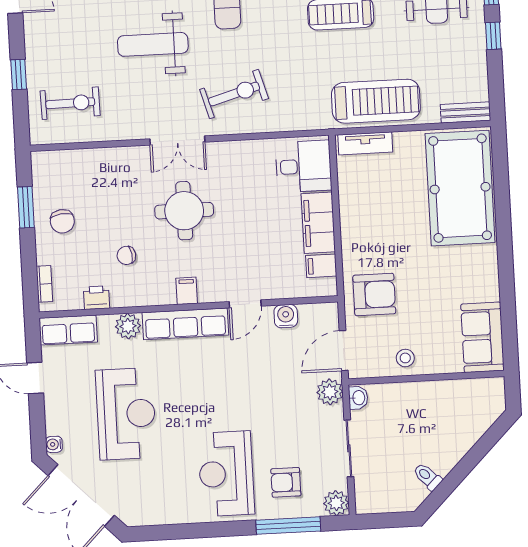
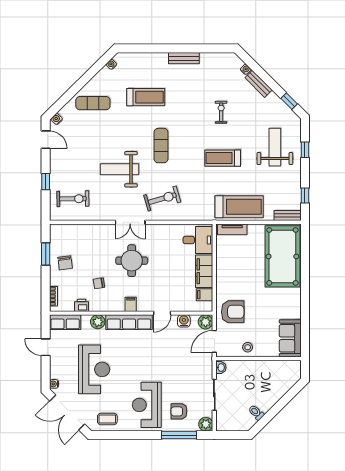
window: (493, 36) -> (305, 196), moved
plant: (330, 392) -> (206, 322), moved
coffee table: (155, 503) -> (107, 419), added

